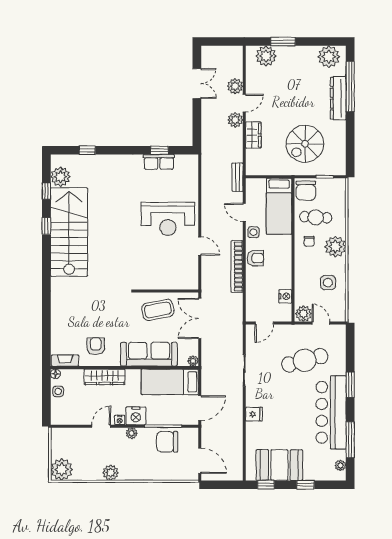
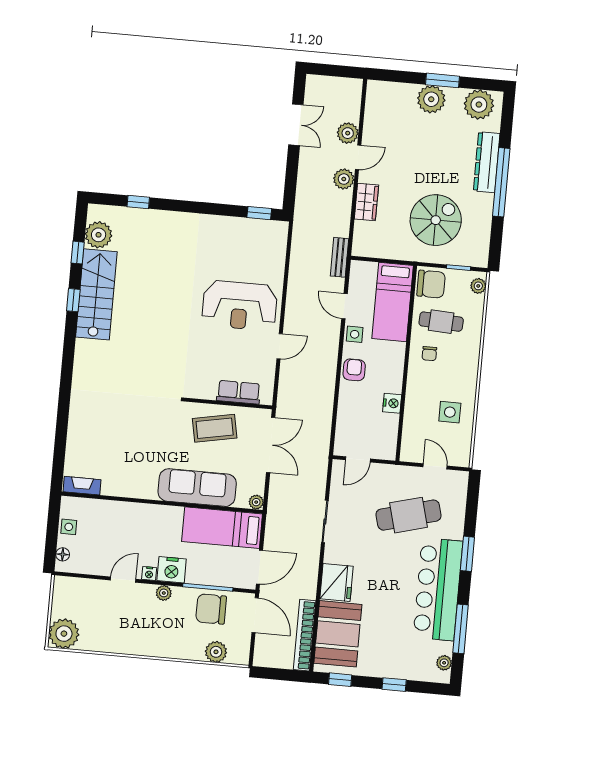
window: (283, 42) -> (443, 80), moved
plant: (266, 56) -> (431, 99), moved
window: (350, 86) -> (501, 182), moved
spiral stairs: (305, 144) -> (436, 220), turned 180
window: (159, 150) -> (259, 213), moved
row of seats: (159, 162) -> (239, 392), moved, turned 180
chair: (306, 191) -> (431, 284), turned -90
stairs: (69, 232) -> (96, 294), width x0.73, depth x0.66
door: (200, 246) -> (280, 346), hinge flipped
plant: (335, 247) -> (478, 286), moved, width x0.53, depth x0.53
armchair: (255, 258) -> (354, 370), turned -90
bookcase: (237, 267) -> (305, 635), moved
nightstand: (285, 296) -> (392, 403), moved
plant: (303, 314) -> (412, 451), removed
double door: (200, 318) -> (271, 445), swing flipped
armchair: (96, 346) -> (126, 470), removed
floor lamp: (55, 374) -> (63, 554), moved
wardrobe: (105, 377) -> (134, 513), removed
fridge: (254, 414) -> (337, 582), width x1.88, depth x1.34
door: (200, 461) -> (255, 615), moved
booth: (279, 465) -> (338, 634), moved, turned 90
plant: (111, 473) -> (216, 652), moved

